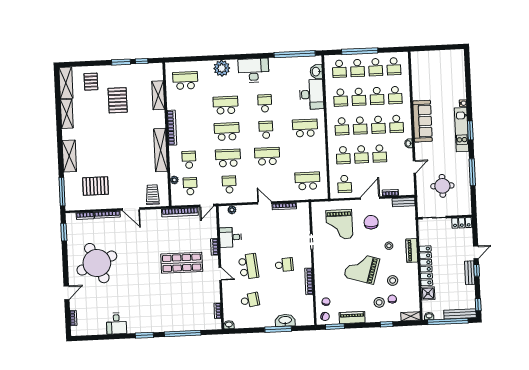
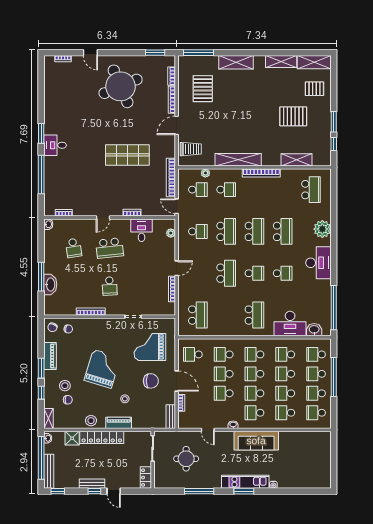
shop shelf: (182, 263) -> (127, 155), moved, turned 90
stool: (393, 280) -> (91, 421), moved
desk: (116, 323) -> (55, 145), moved
window: (335, 327) -> (41, 368), moved

